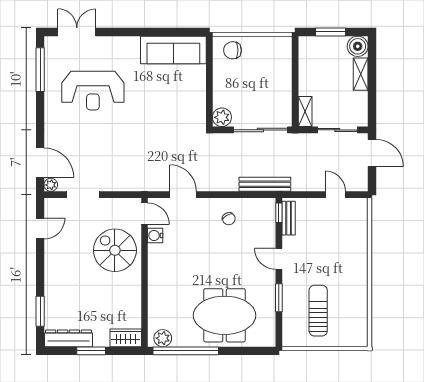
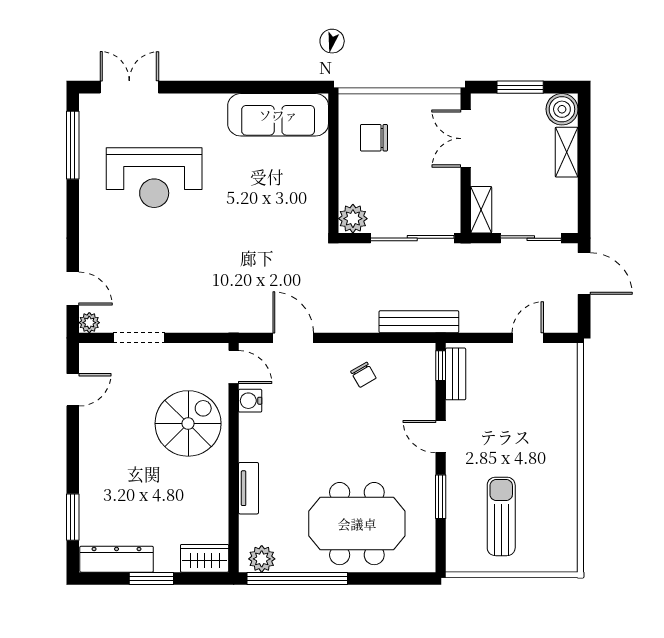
chair: (233, 50) -> (374, 138), moved
double door: (295, 65) -> (466, 139), added
door: (40, 163) -> (73, 288), width x0.73
door: (335, 195) -> (528, 338), hinge flipped
spiral stairs: (115, 250) -> (188, 423), turned 90
tv unit: (154, 292) -> (248, 488), added

